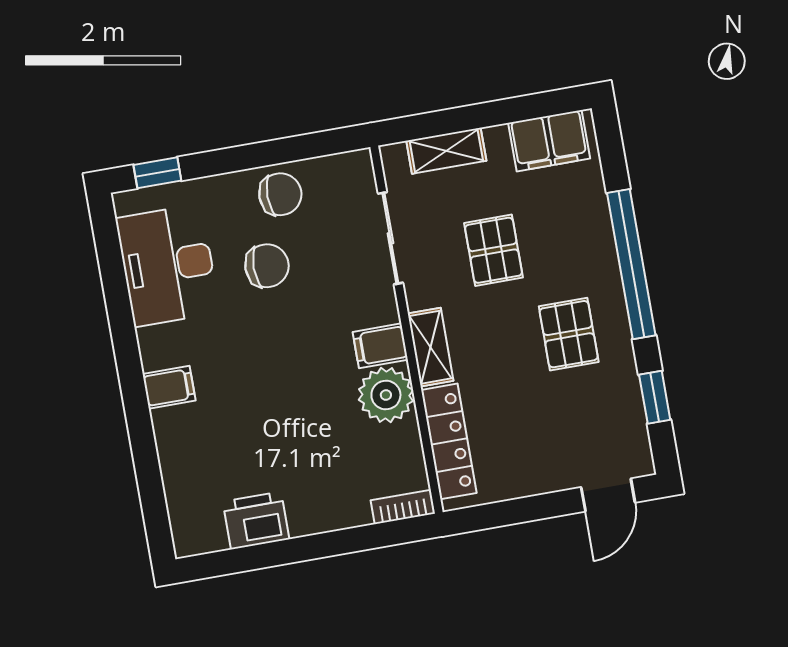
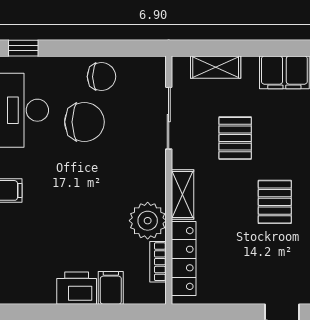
chair: (267, 266) -> (84, 122), width x1.37, depth x1.37
filing cabinet: (380, 346) -> (111, 288), moved, turned 90
bookcase: (403, 507) -> (158, 262), moved, turned -90
printer: (256, 520) -> (77, 288), moved

